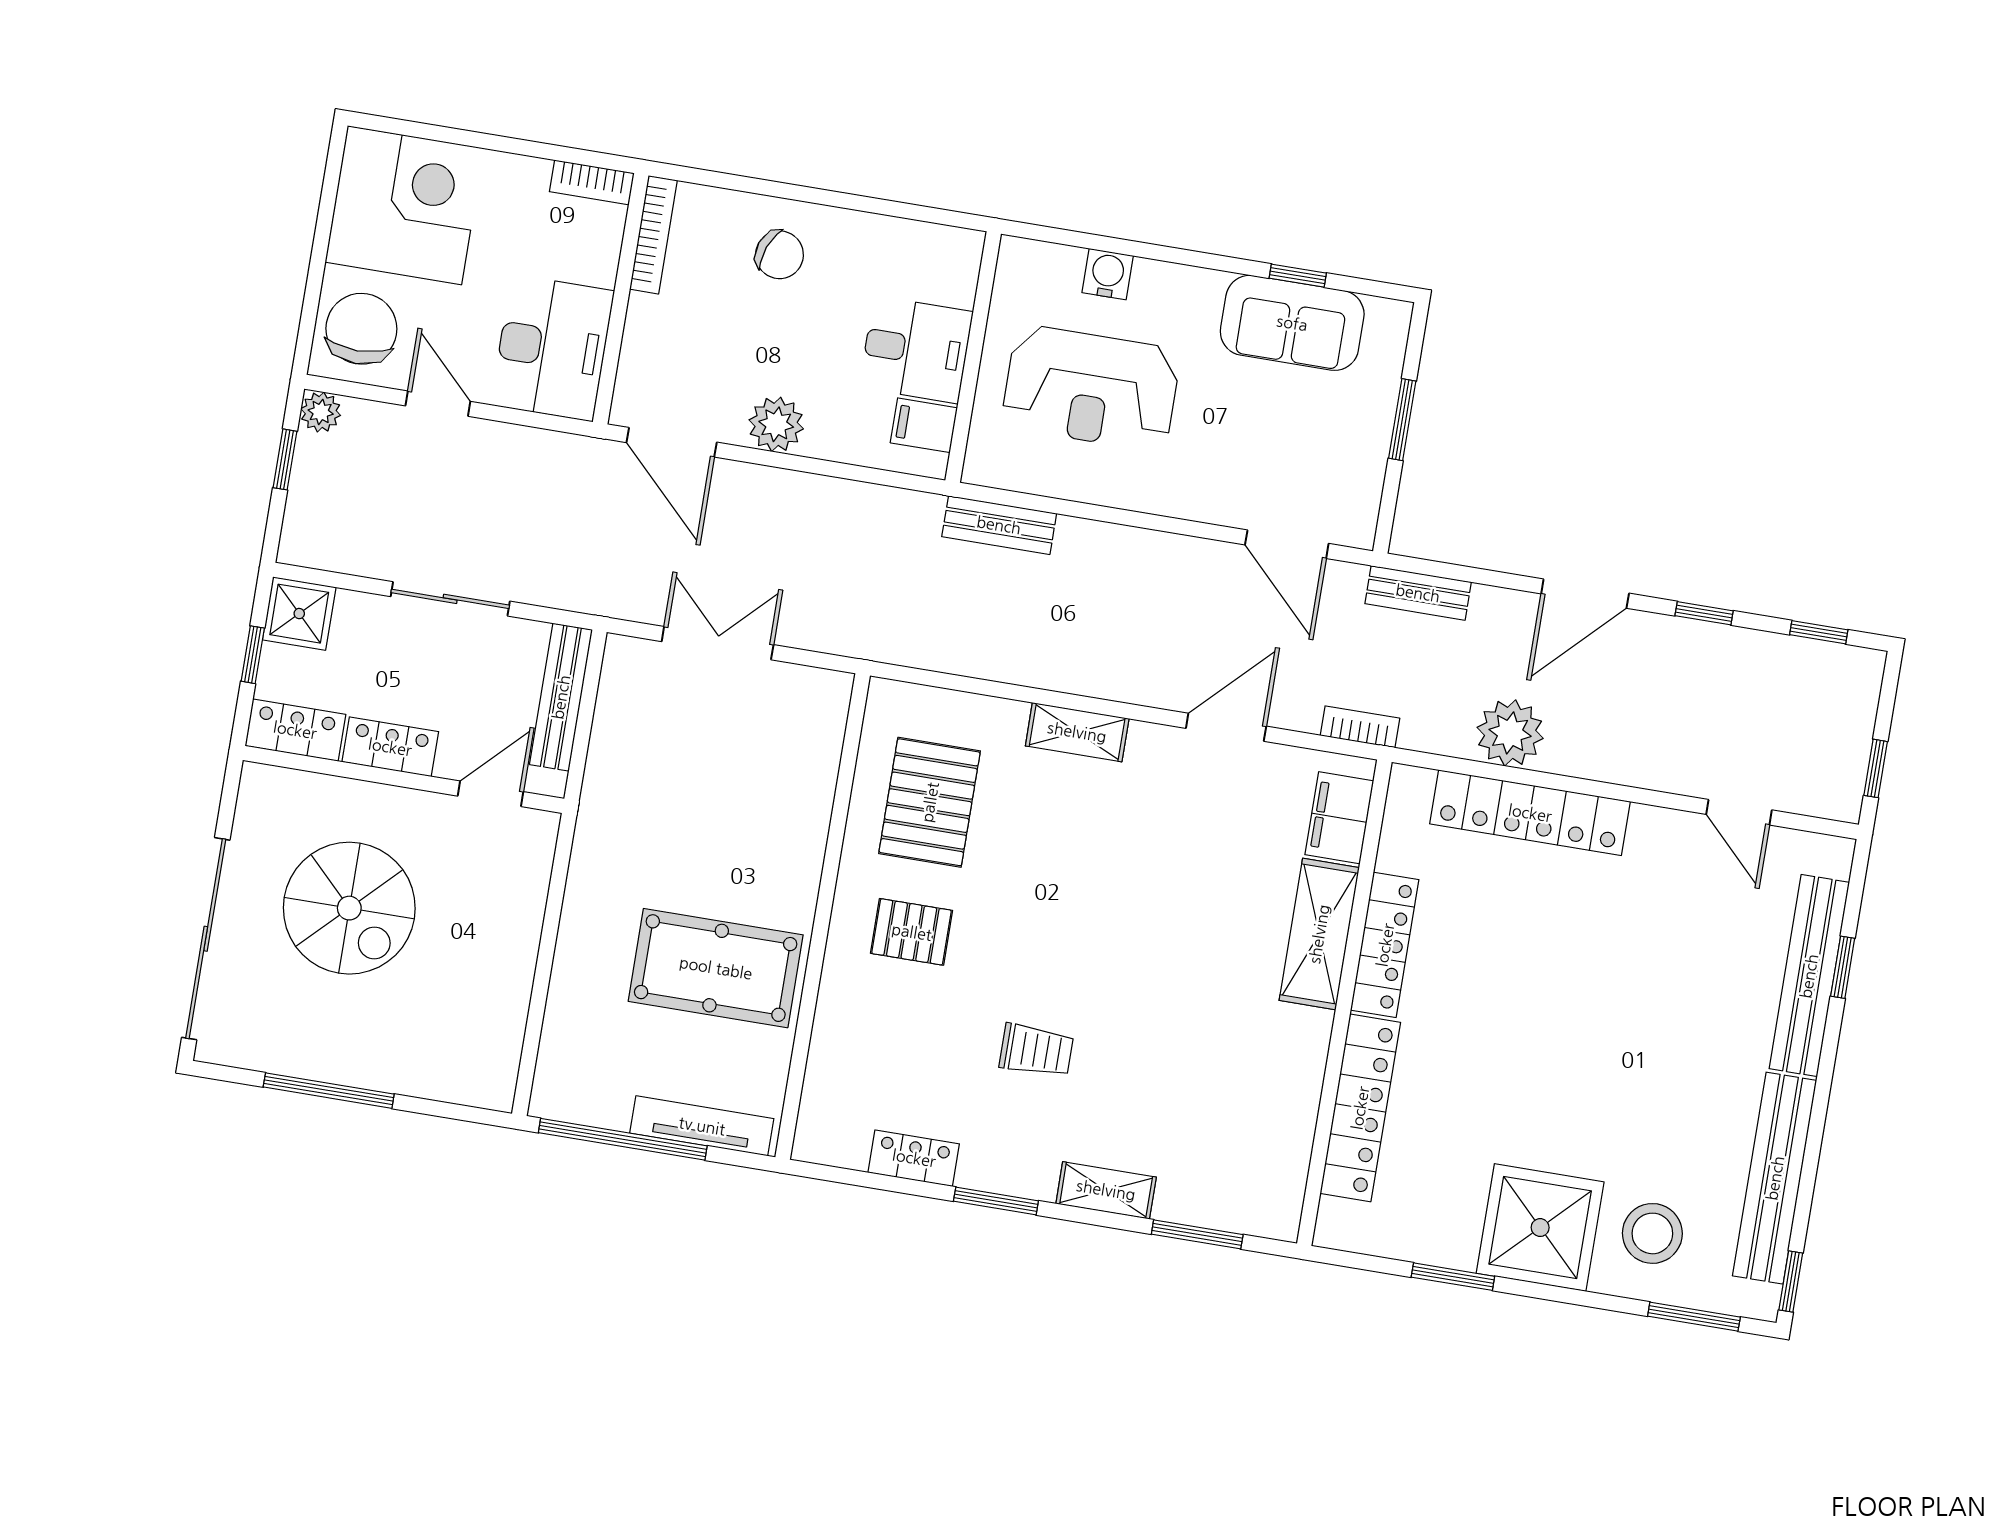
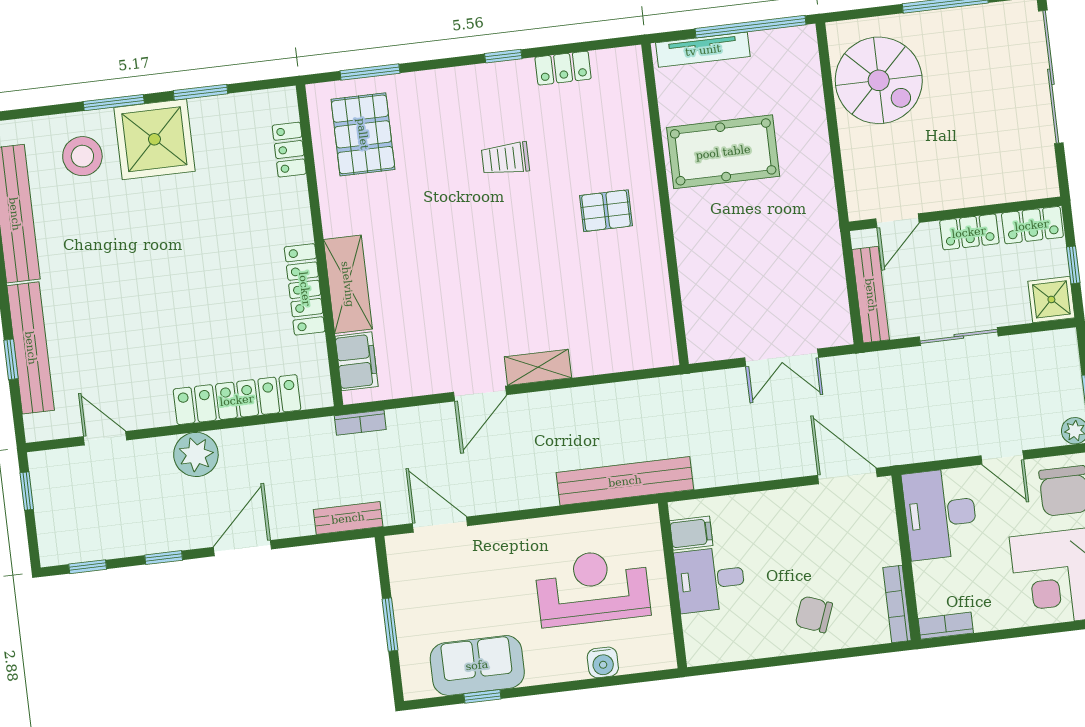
plant: (776, 424) -> (785, 507), removed
bench: (999, 525) -> (625, 481), width x1.86, depth x1.21
door: (1226, 727) -> (480, 394), moved
plant: (1510, 733) -> (196, 454), moved
pallet: (930, 802) -> (363, 134), moved
spiral stairs: (349, 908) -> (879, 80), moved, turned 180
locker: (1360, 1108) -> (289, 150), width x0.46, depth x0.83
shelving: (1106, 1190) -> (436, 83), removed
window: (996, 1201) -> (503, 56), width x0.67
window: (1694, 1317) -> (114, 103), moved

